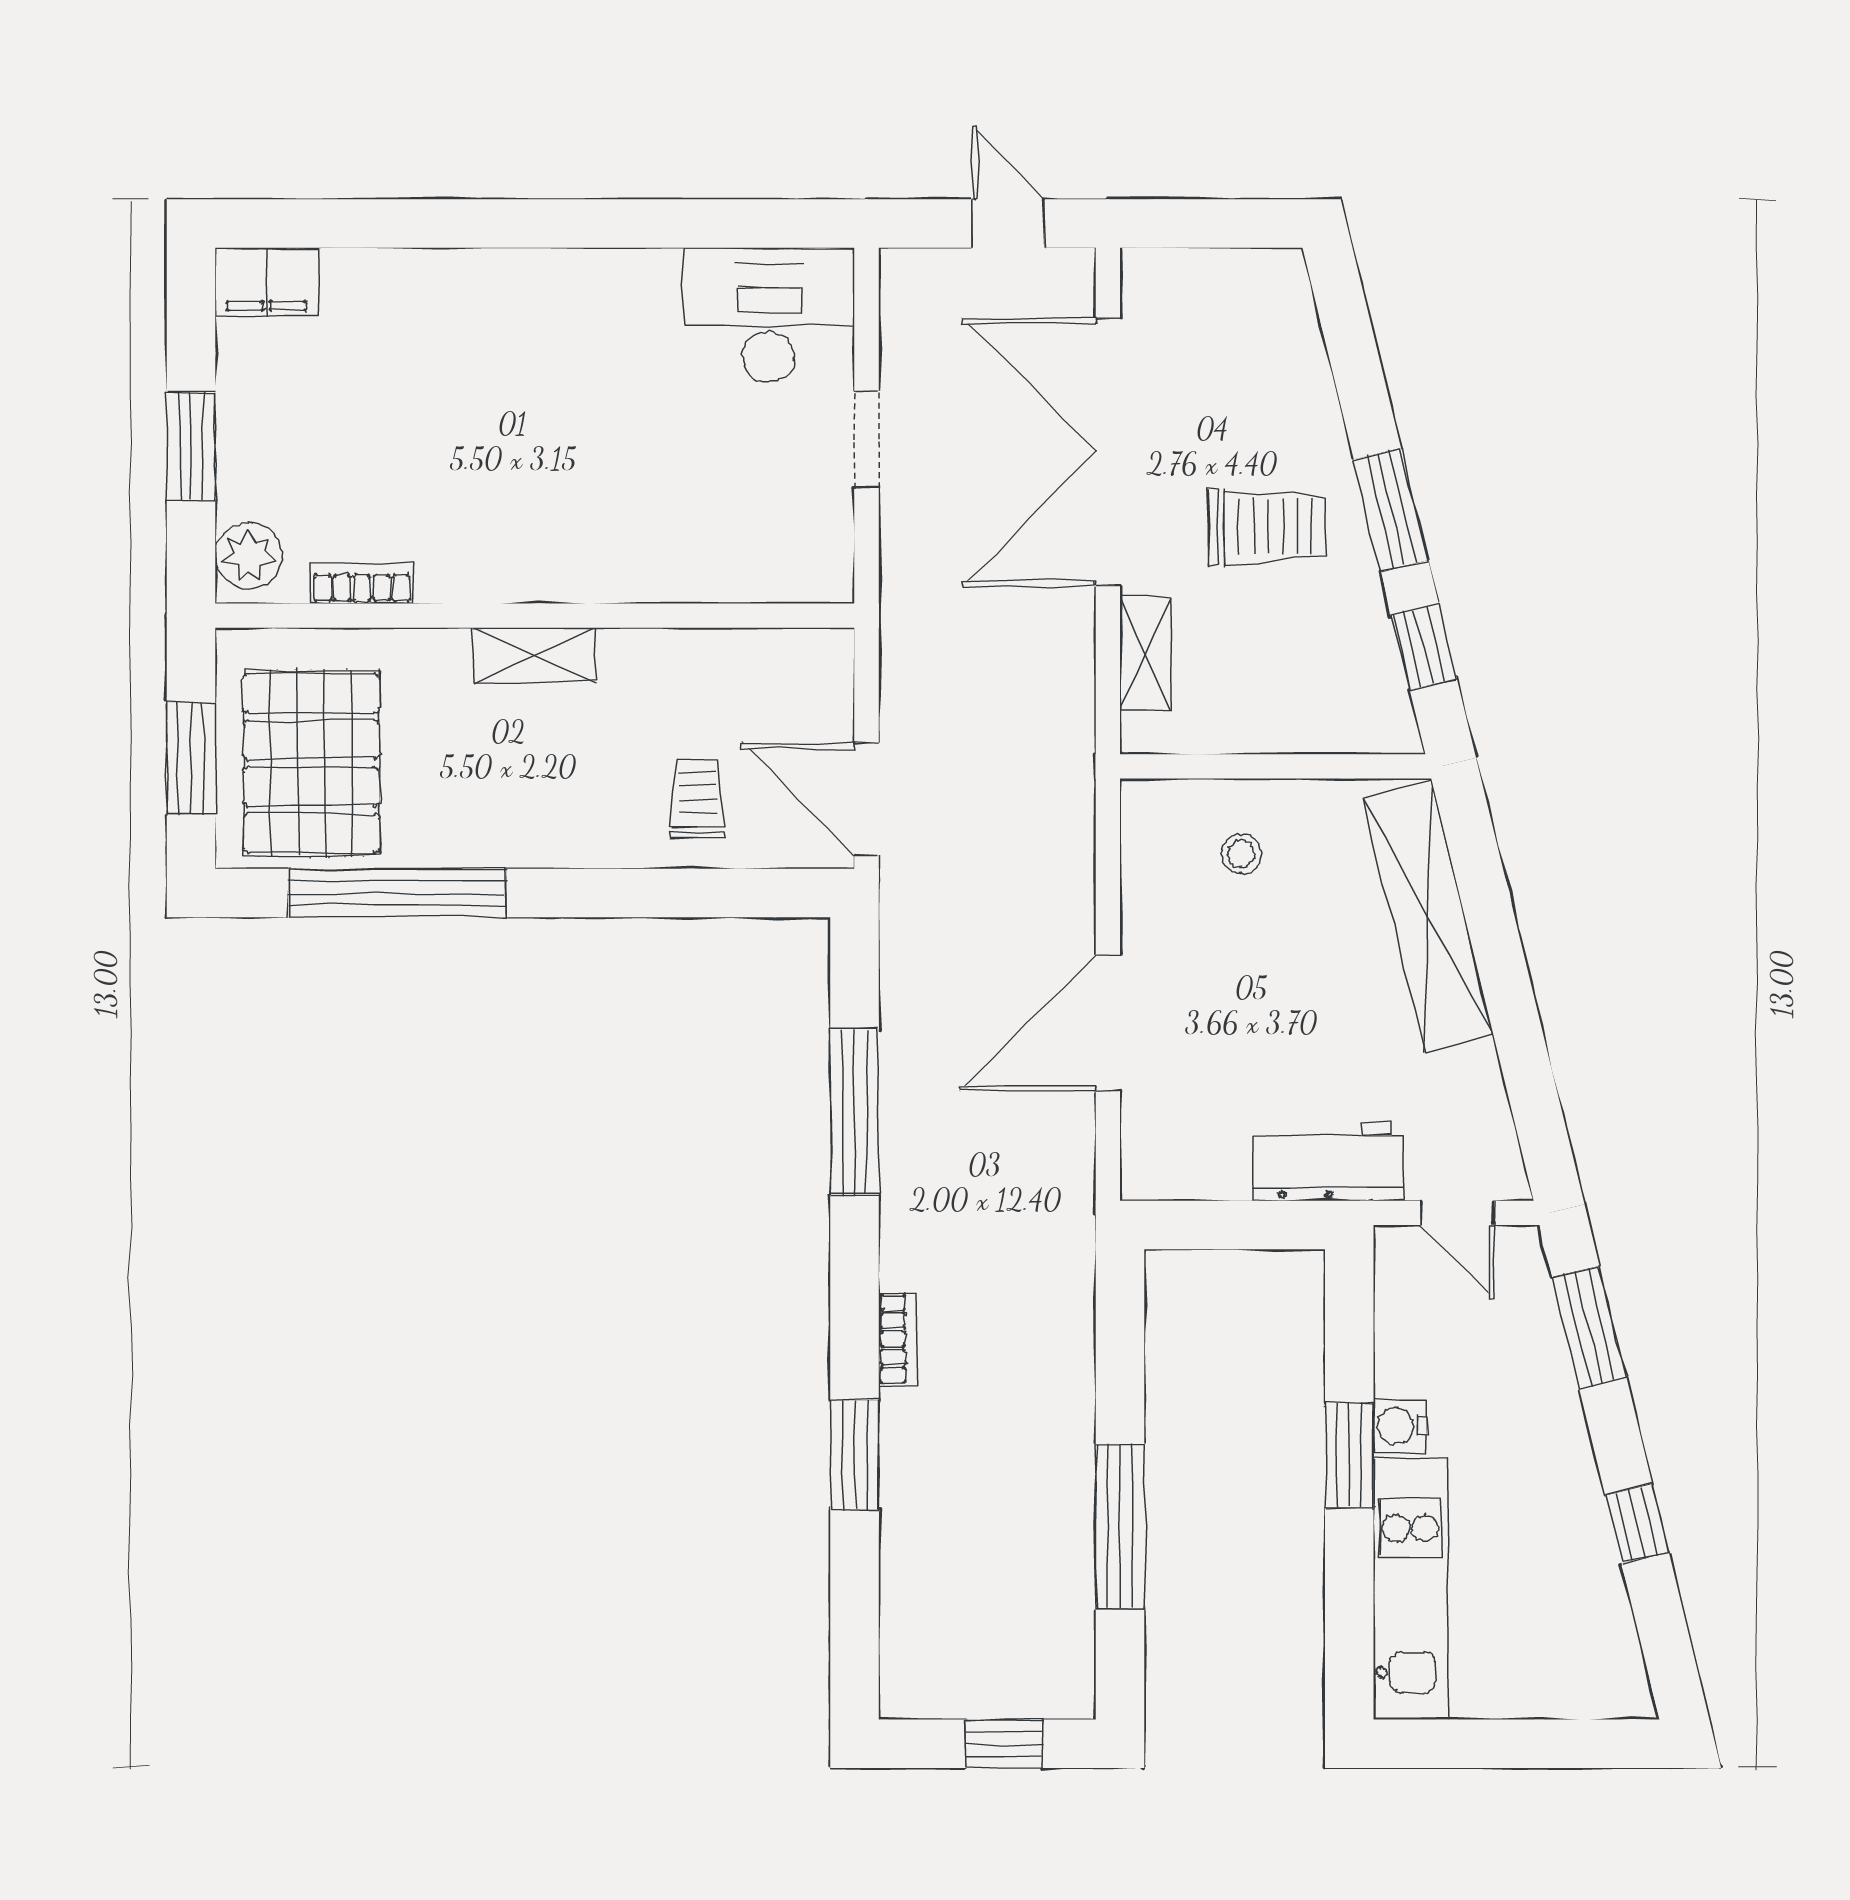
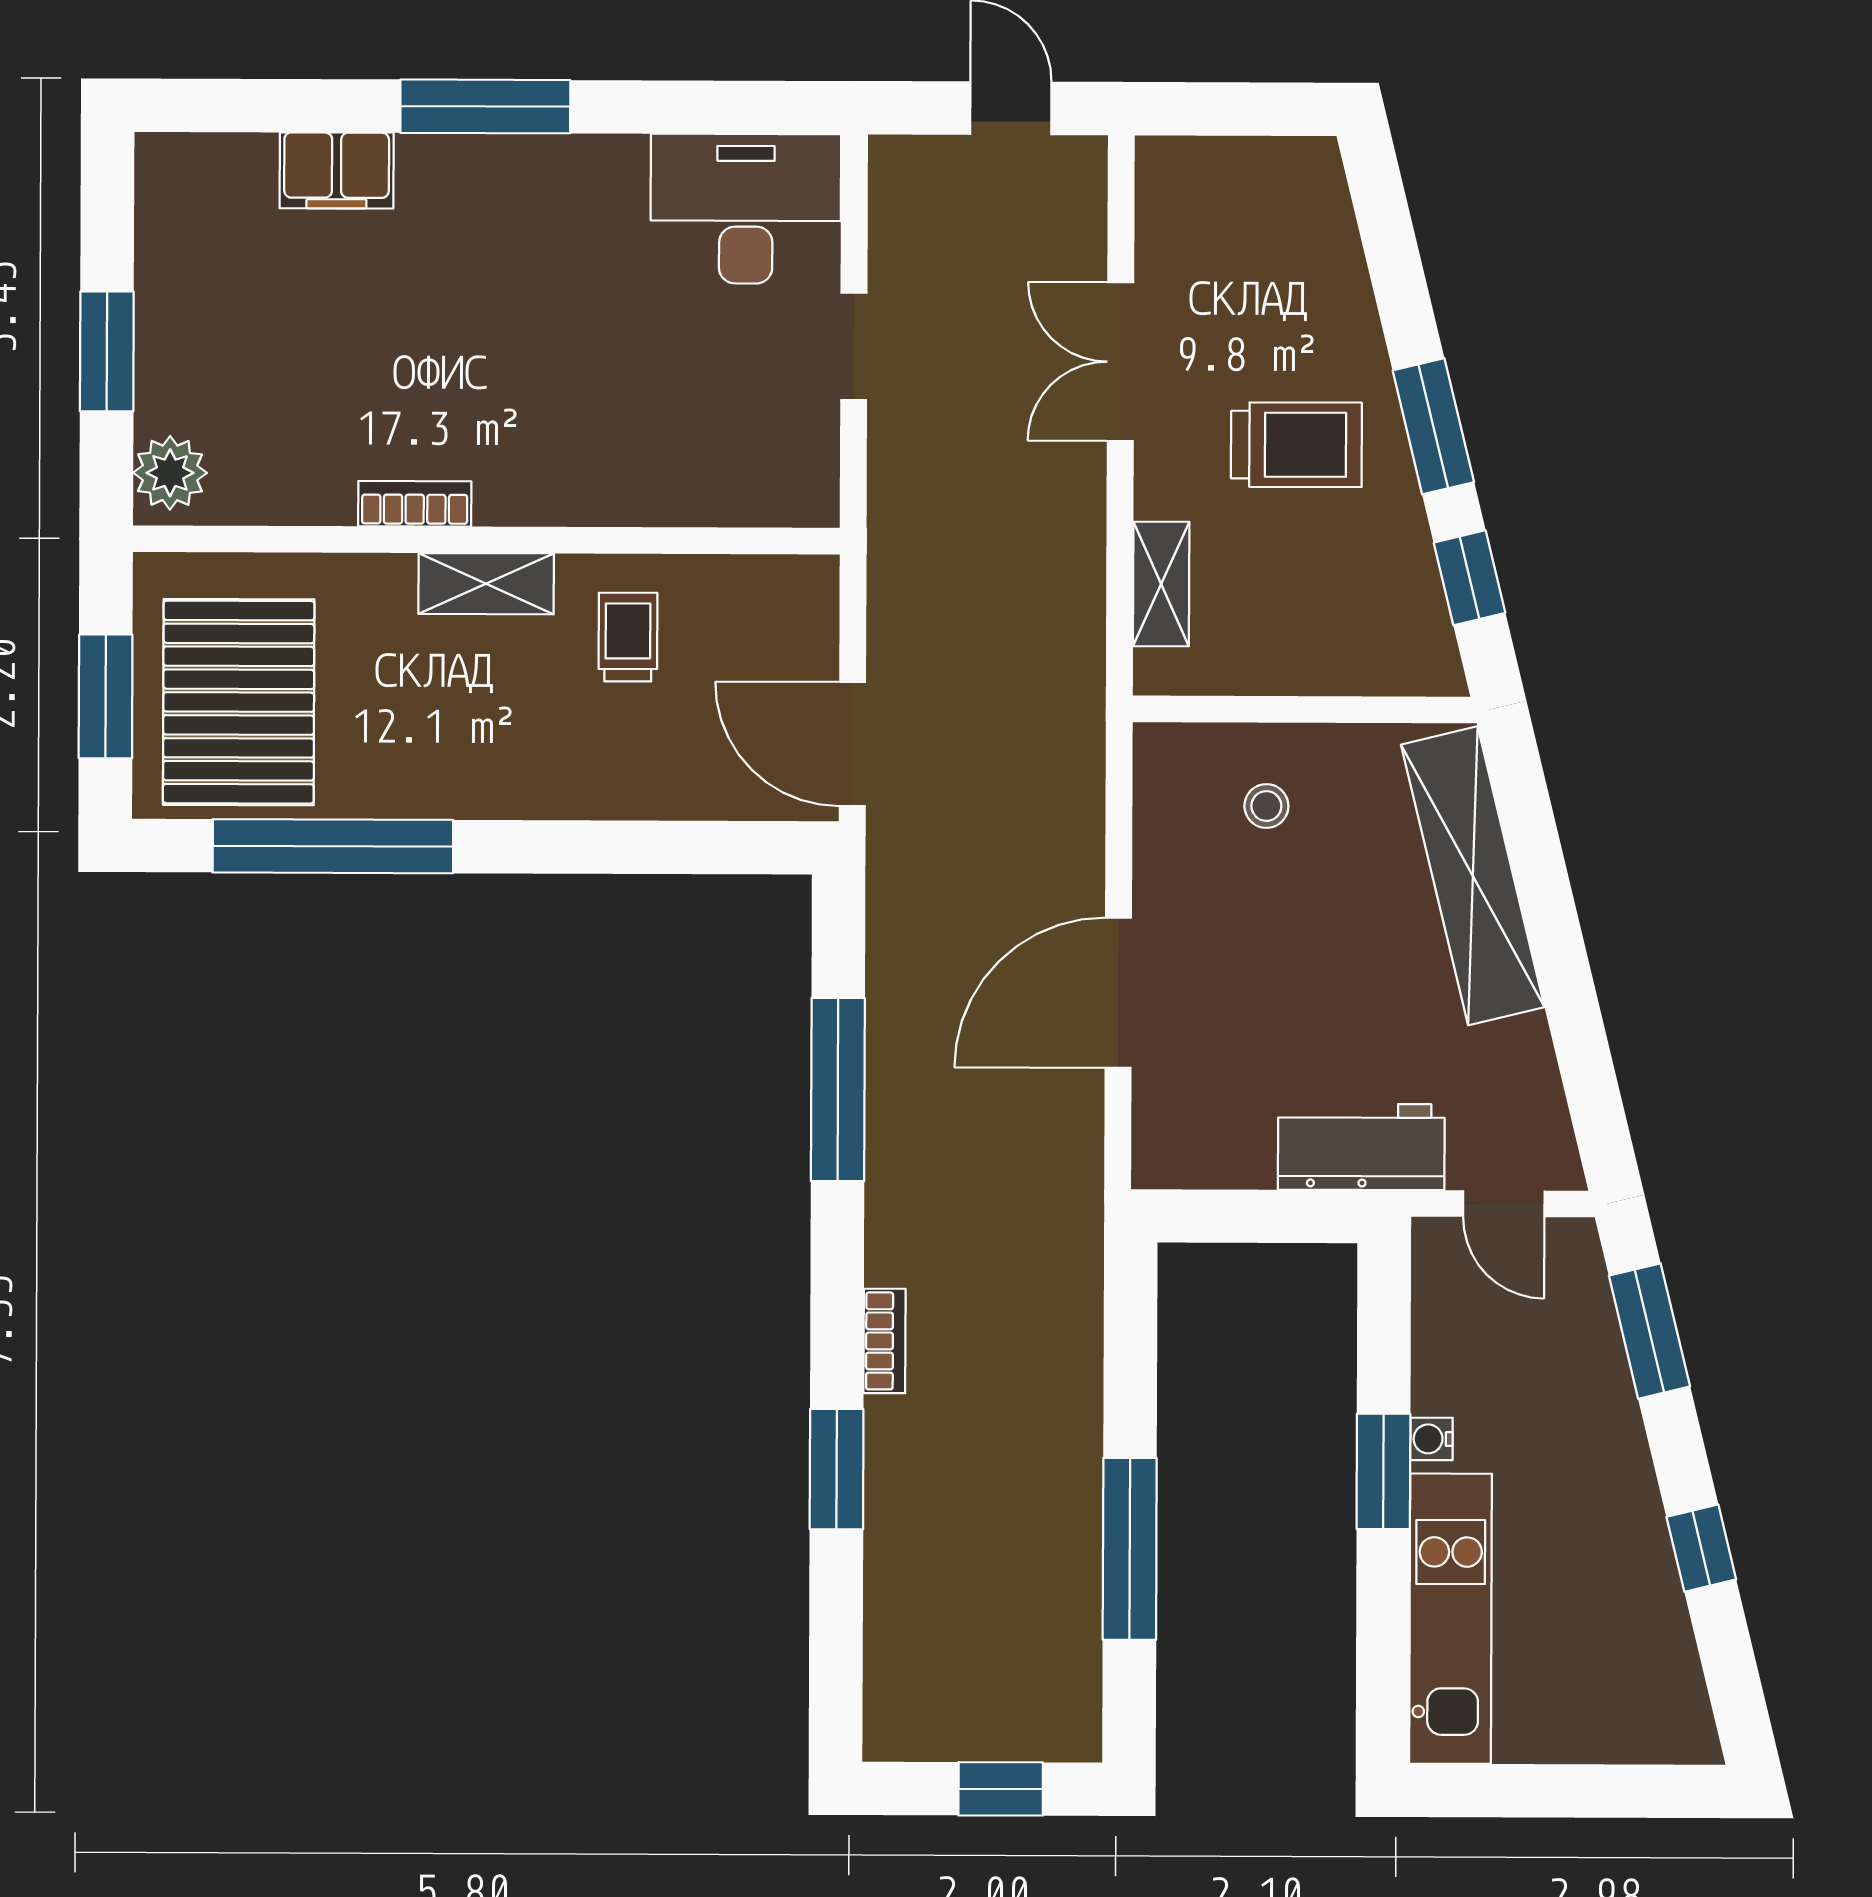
window: (532, 223) -> (485, 106), added
filing cabinet: (266, 282) -> (337, 170), moved
double door: (1108, 452) -> (1121, 362), width x0.54
bookcase: (362, 583) -> (415, 504), moved
trolley: (698, 798) -> (628, 637), moved
water cooler: (1400, 1426) -> (1431, 1439), width x0.72, depth x0.72

